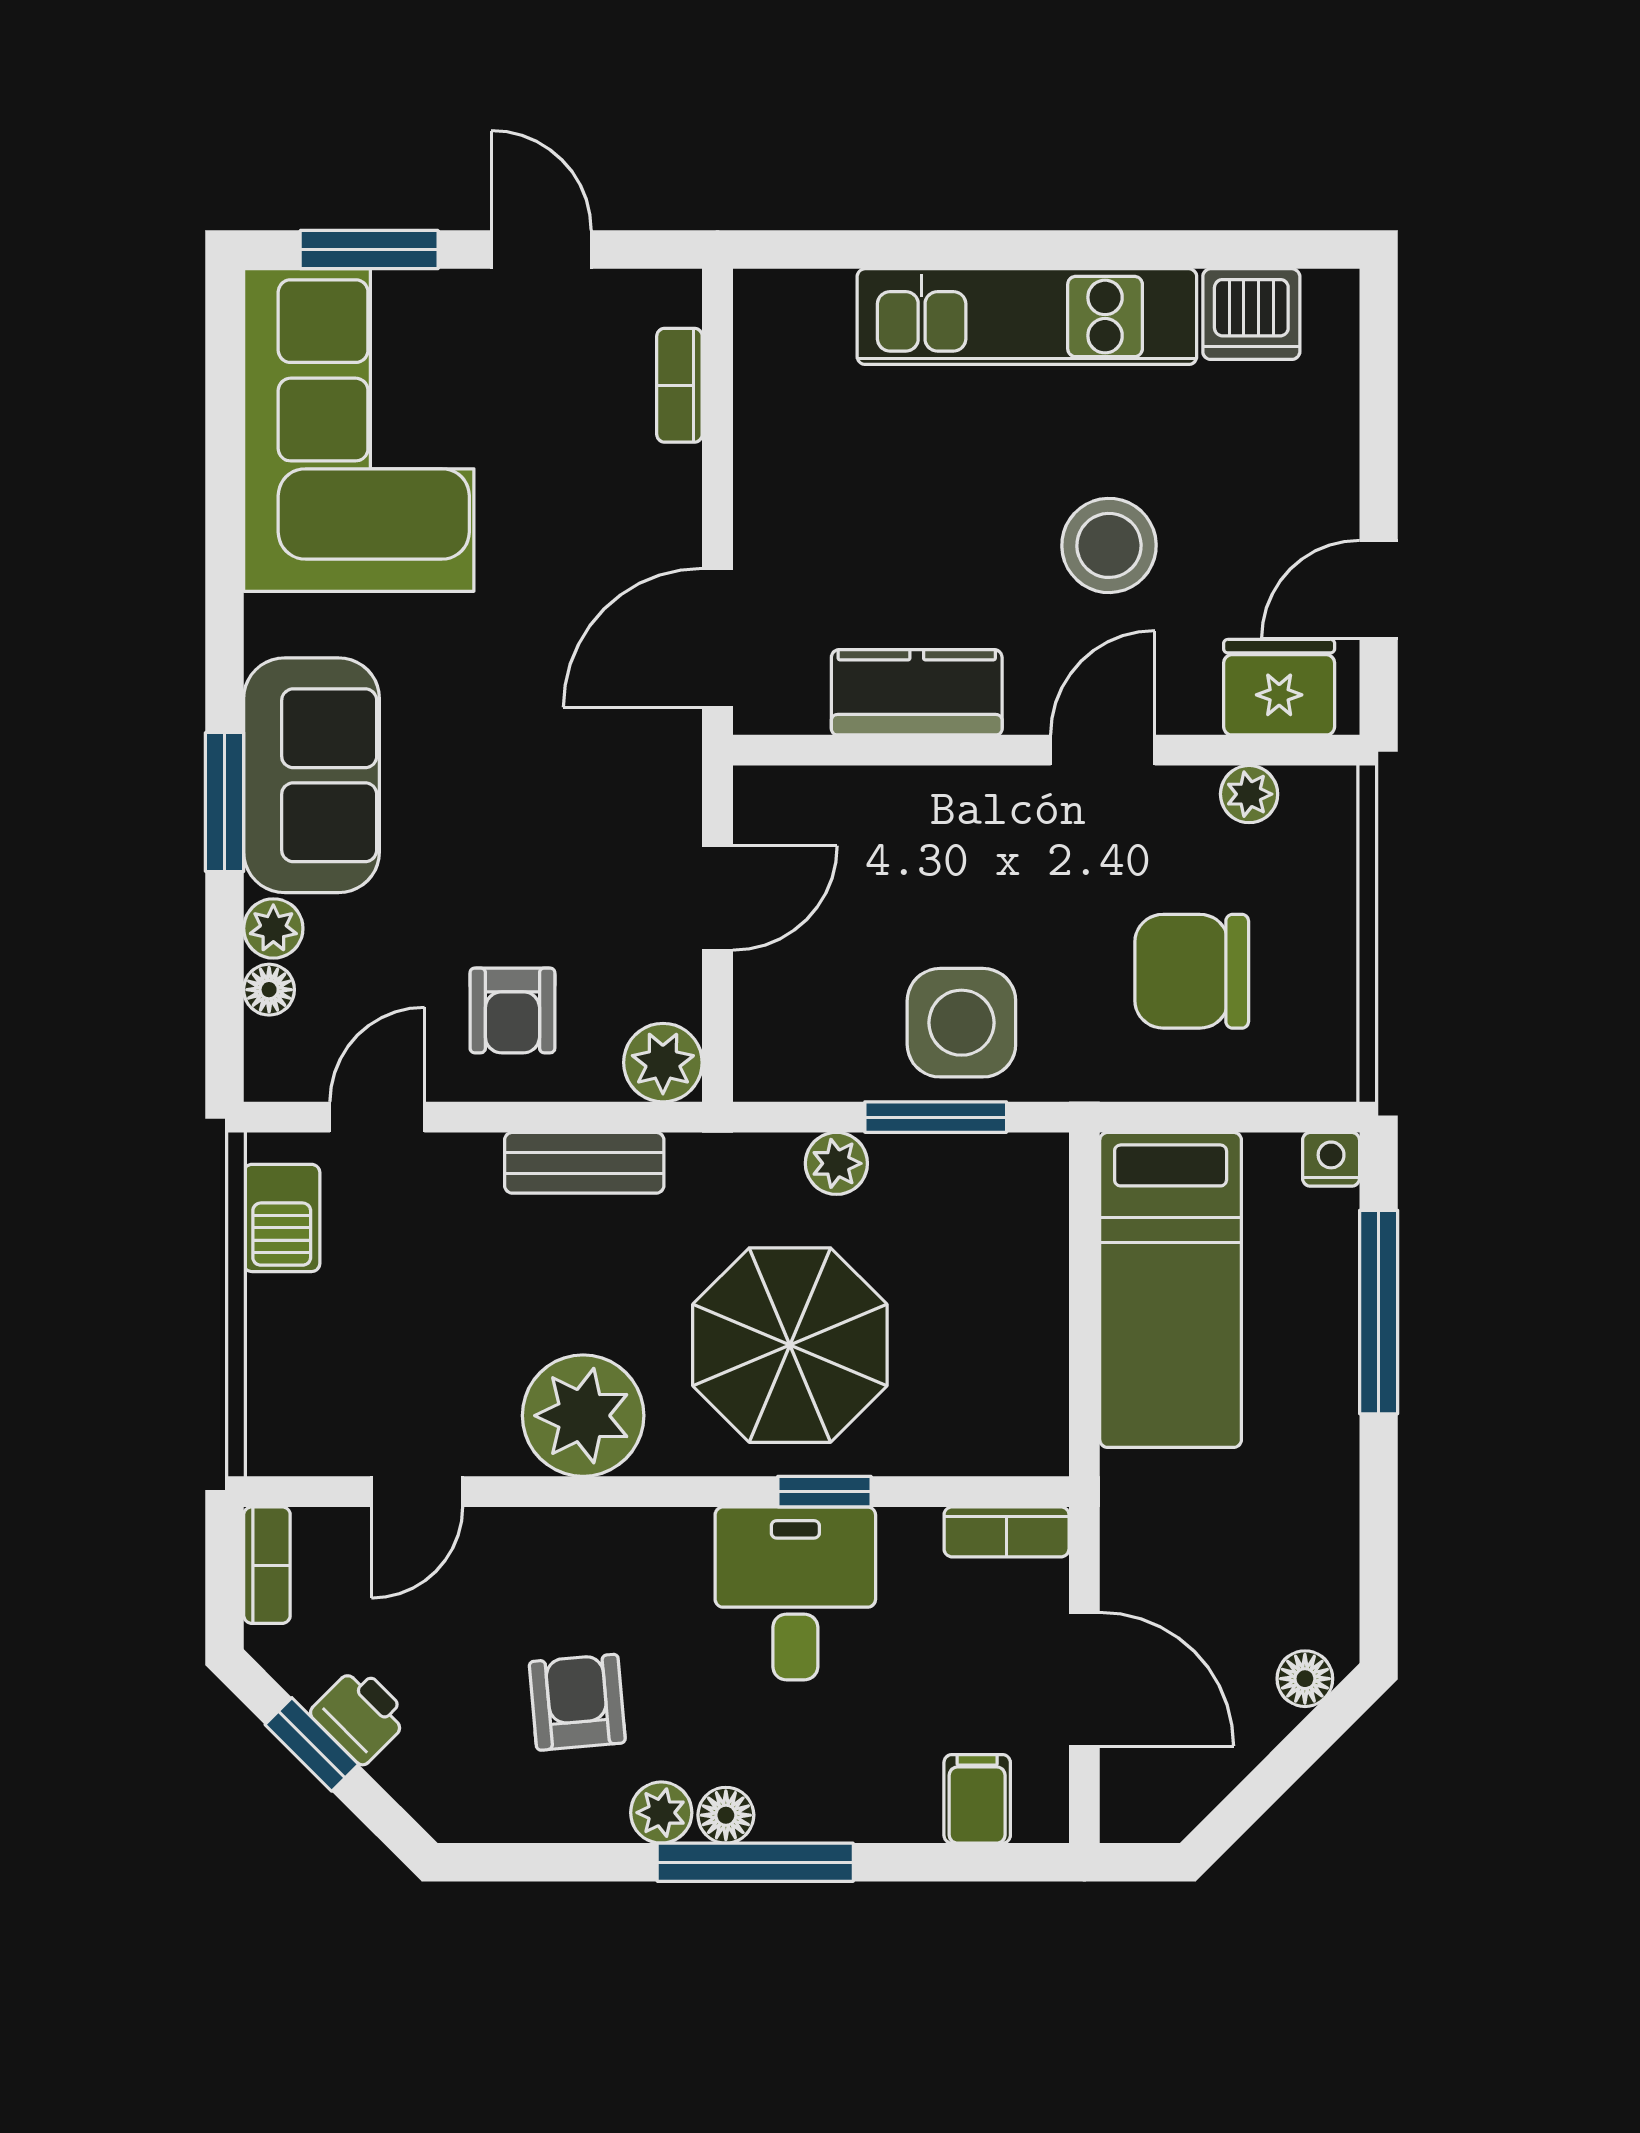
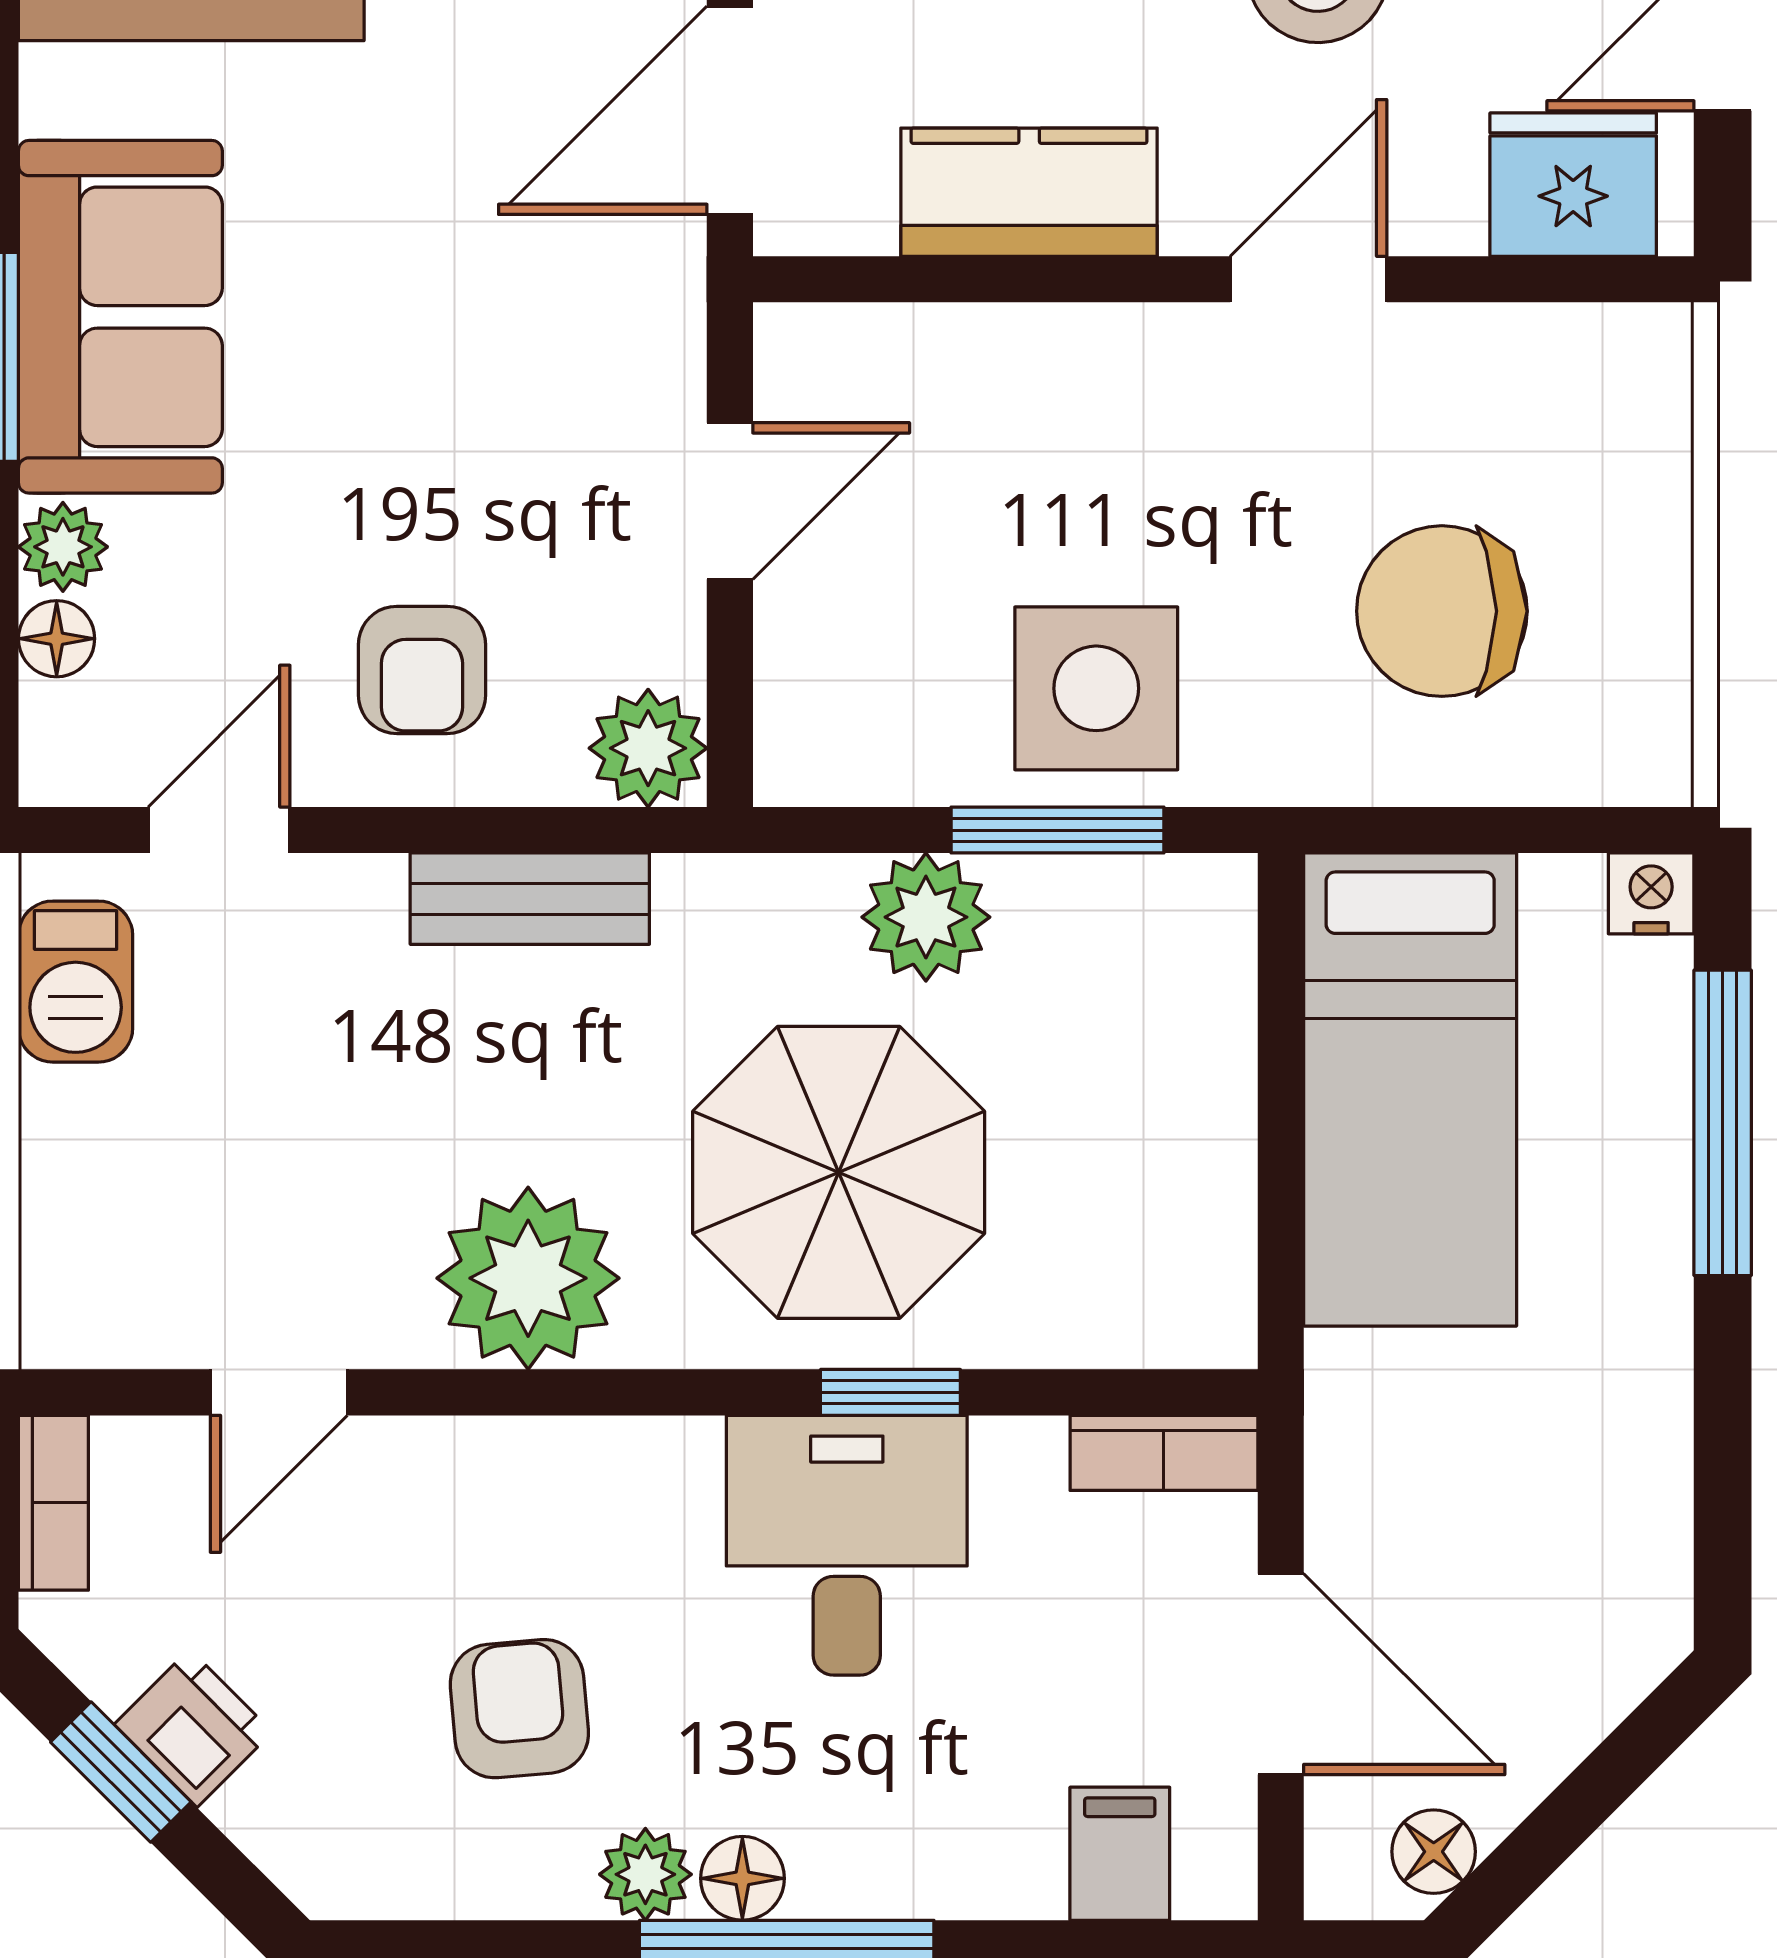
plant: (1249, 794) -> (1528, 345), removed
plant: (836, 1163) -> (926, 917), width x1.38, depth x1.38
floor lamp: (1305, 1679) -> (1434, 1852), moved

